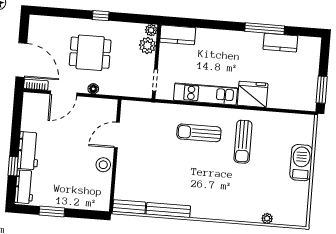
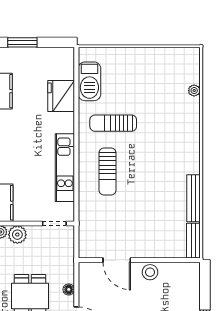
window: (322, 90) -> (22, 42), moved
fridge: (253, 94) -> (61, 96), moved
sun lounger: (243, 142) -> (113, 123), turned 180
barbecue: (301, 163) -> (89, 81), moved, turned -90

